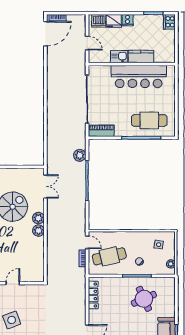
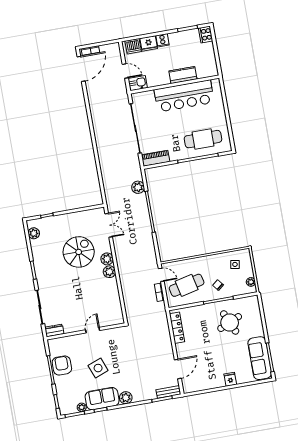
kitchen sink: (119, 57) -> (138, 83), moved

